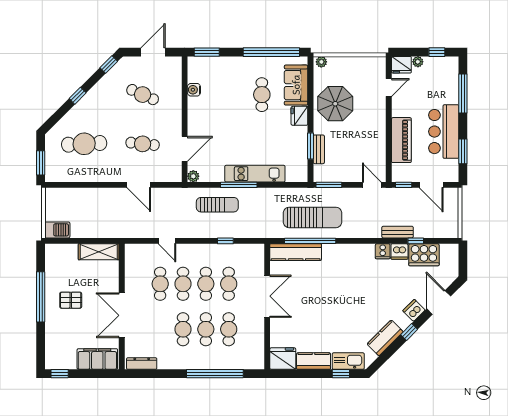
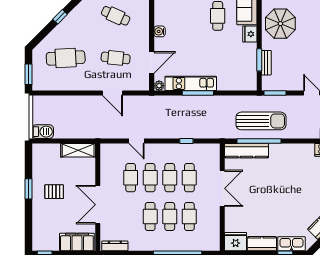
water cooler: (194, 90) -> (160, 31), moved
kitchen unit: (255, 174) -> (191, 83), moved
sun lounger: (217, 205) -> (180, 110), removed
window: (41, 297) -> (28, 189), width x0.47

